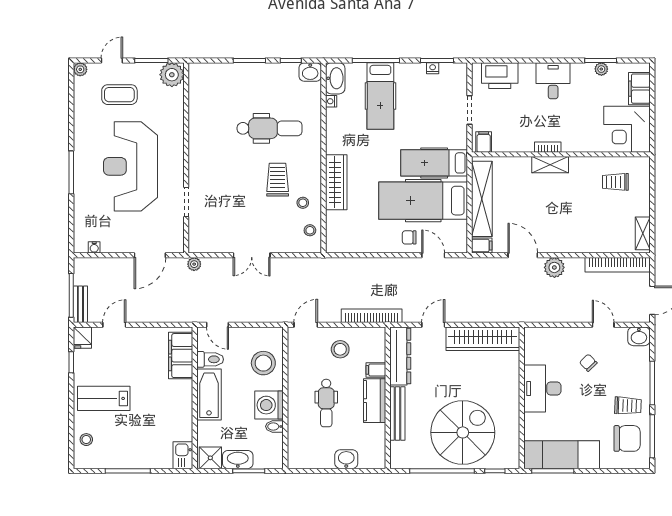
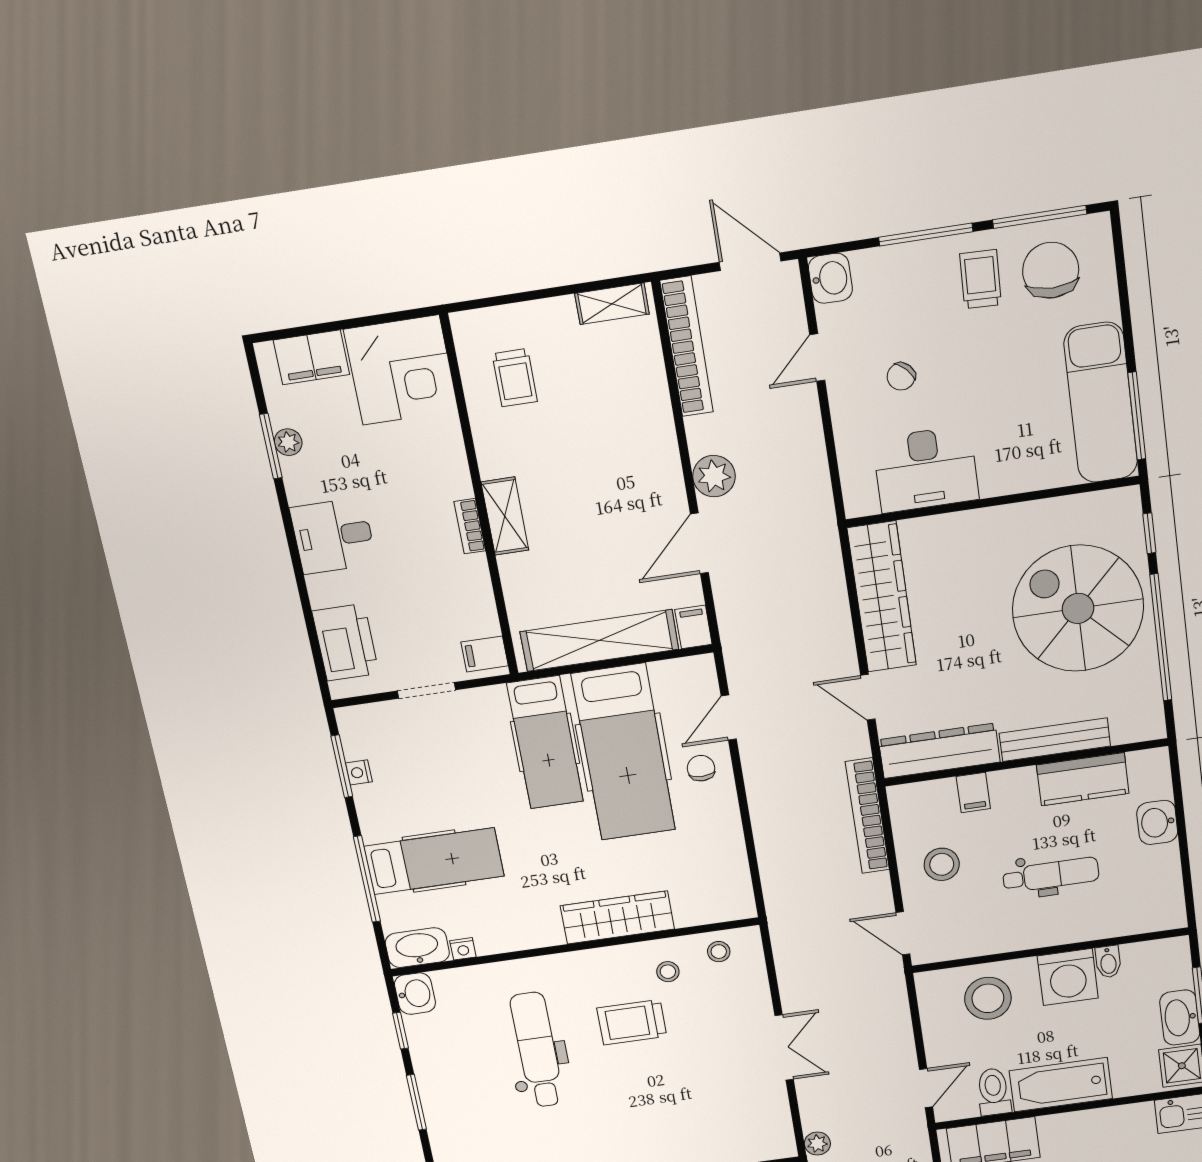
chair: (409, 237) -> (701, 768), turned 180
desk: (542, 388) -> (926, 469), moved
kitchen counter: (375, 401) -> (1083, 779), moved

